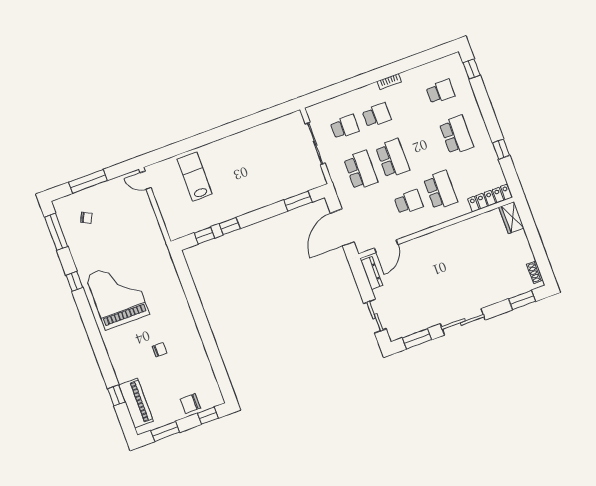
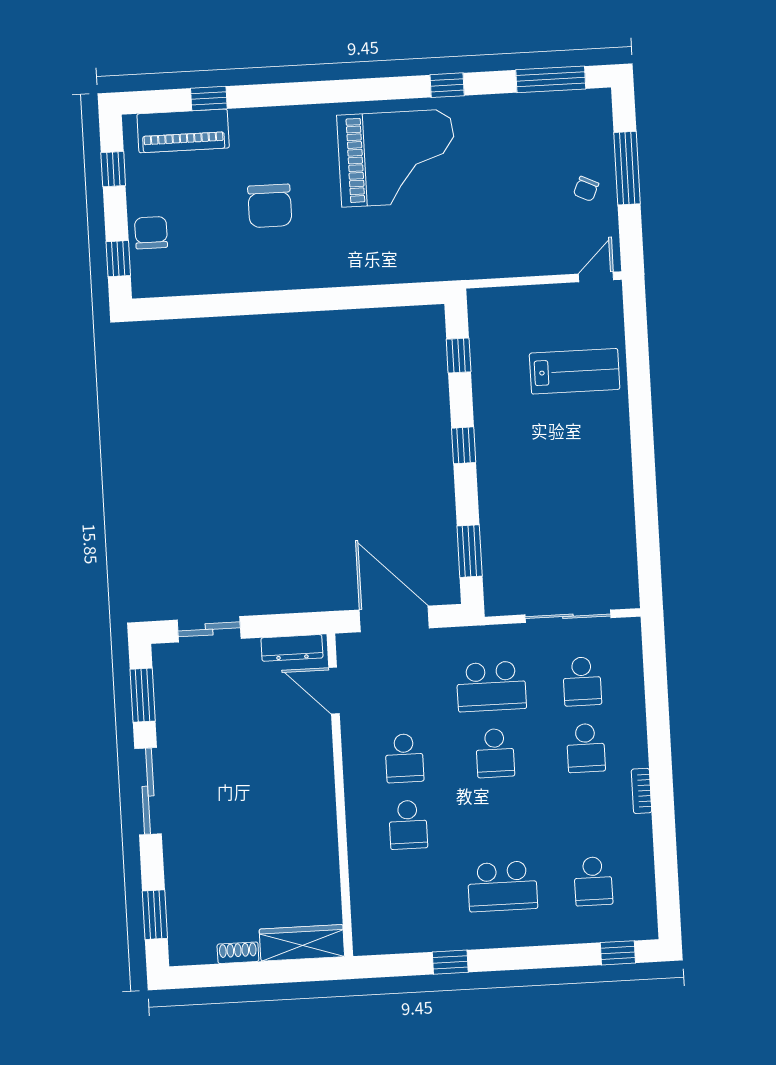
school desk: (393, 158) -> (495, 753), width x0.54
school desk: (440, 190) -> (408, 825), width x0.54
locker: (490, 198) -> (365, 913), removed
chair: (86, 218) -> (586, 189), moved
wardrobe: (511, 218) -> (302, 943), width x1.50
window: (230, 226) -> (464, 445), moved
shoe rack: (535, 272) -> (238, 953), moved
chair: (160, 350) -> (270, 206), width x1.87, depth x1.87
window: (165, 431) -> (113, 169), width x0.67

